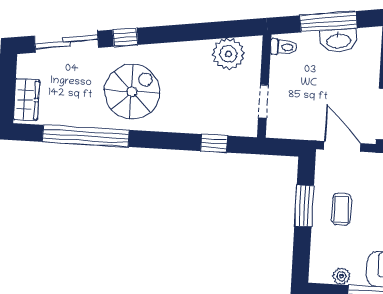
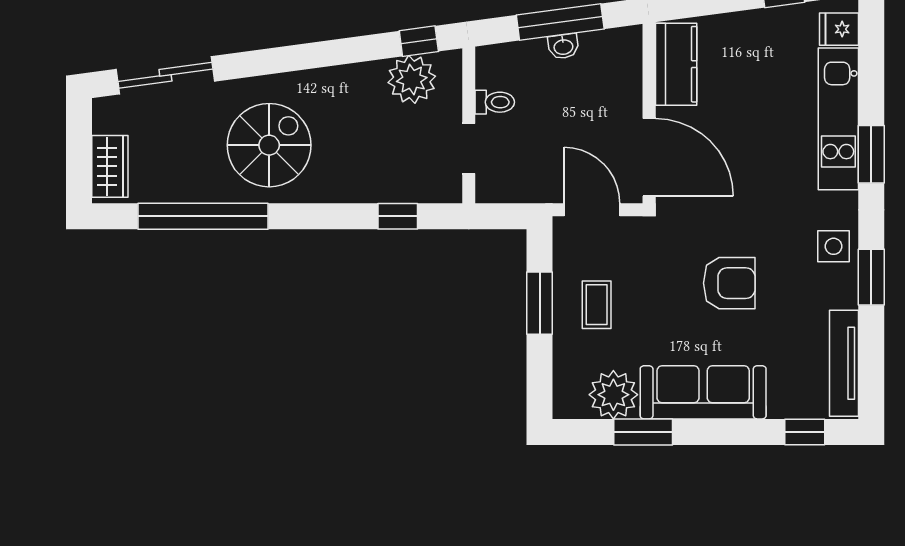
window: (125, 37) -> (419, 41), moved
washbasin: (338, 41) -> (563, 46), width x0.52, depth x0.69
toilet: (284, 47) -> (495, 102), moved
plant: (341, 276) -> (613, 395), width x1.88, depth x1.88

